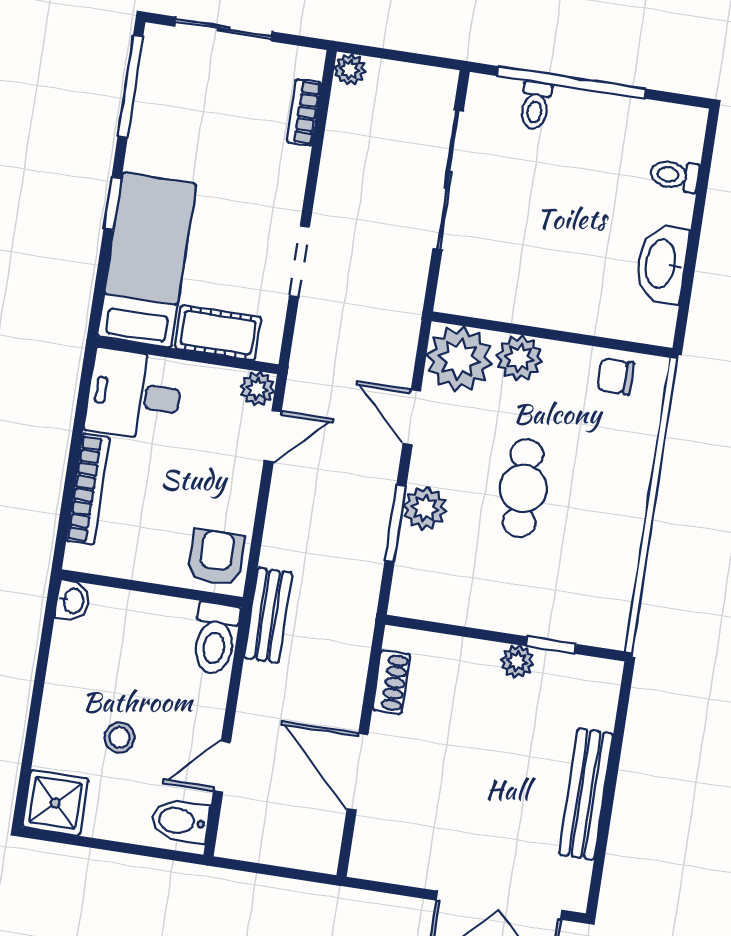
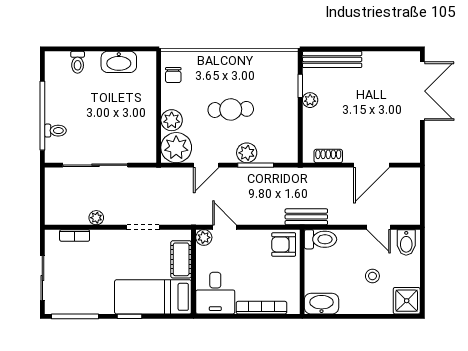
plant: (350, 69) -> (96, 218), moved
washbasin: (73, 601) -> (322, 304), width x1.91, depth x1.45
bench: (586, 794) -> (332, 59), moved

